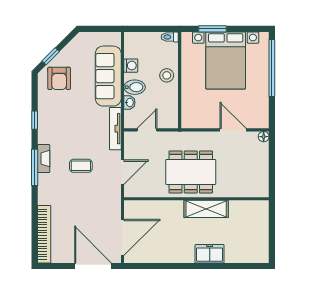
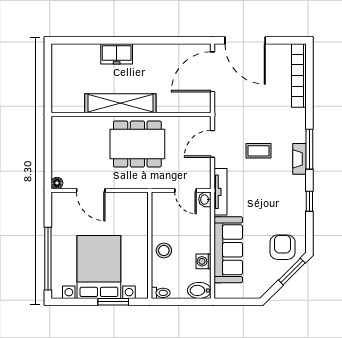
window: (51, 56) -> (292, 272), width x1.50
bidet: (135, 87) -> (199, 290), moved
washbasin: (129, 102) -> (205, 199), moved
door: (147, 130) -> (186, 190), hinge flipped
shelving: (206, 209) -> (120, 103), width x1.47

